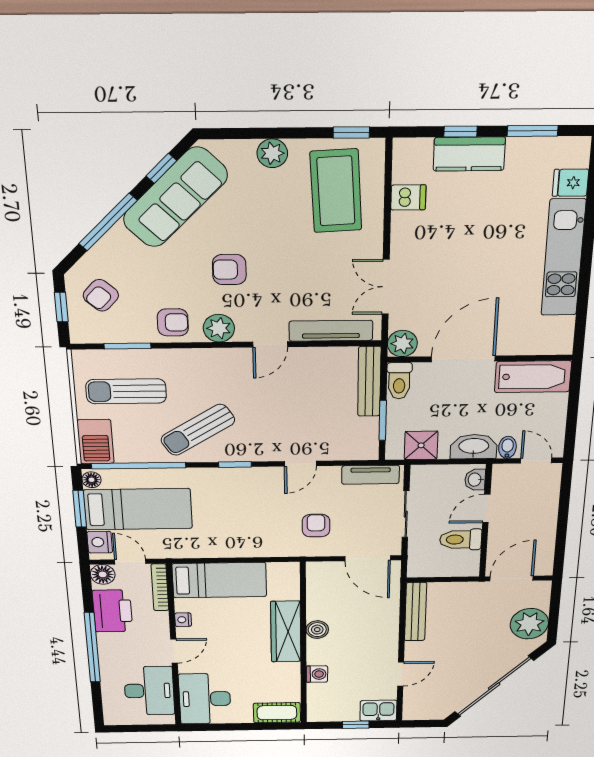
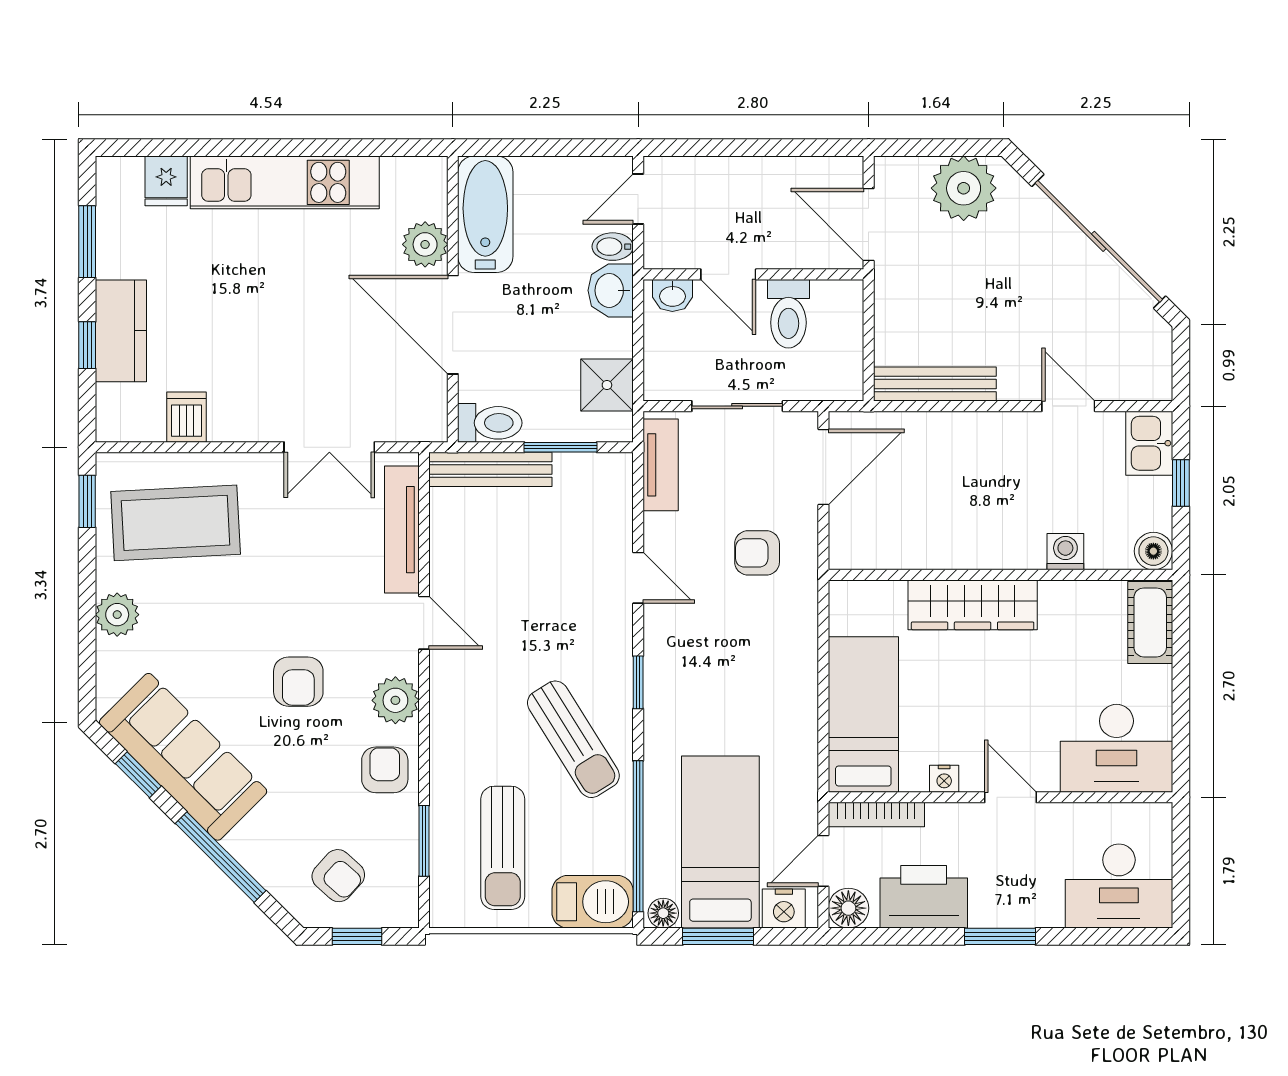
plant: (402, 344) -> (425, 244), moved
washbasin: (474, 447) -> (611, 290), width x0.72
boiler: (317, 630) -> (1153, 551), moved
window: (92, 647) -> (1000, 936), width x0.47
desk: (149, 691) -> (1119, 886), moved, turned 180

